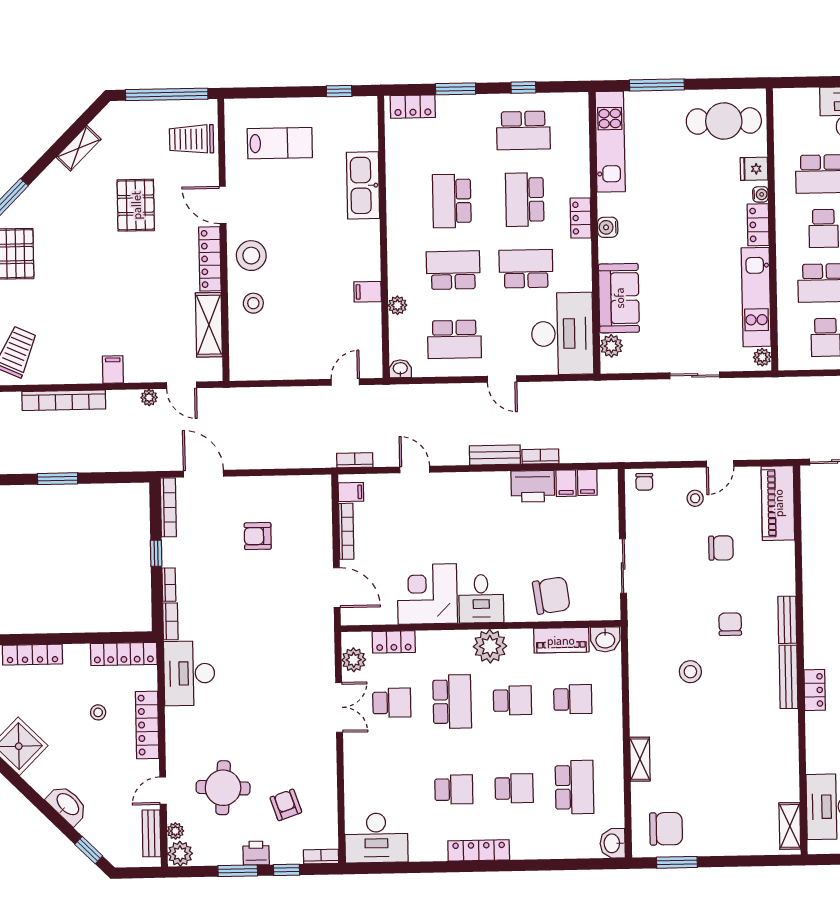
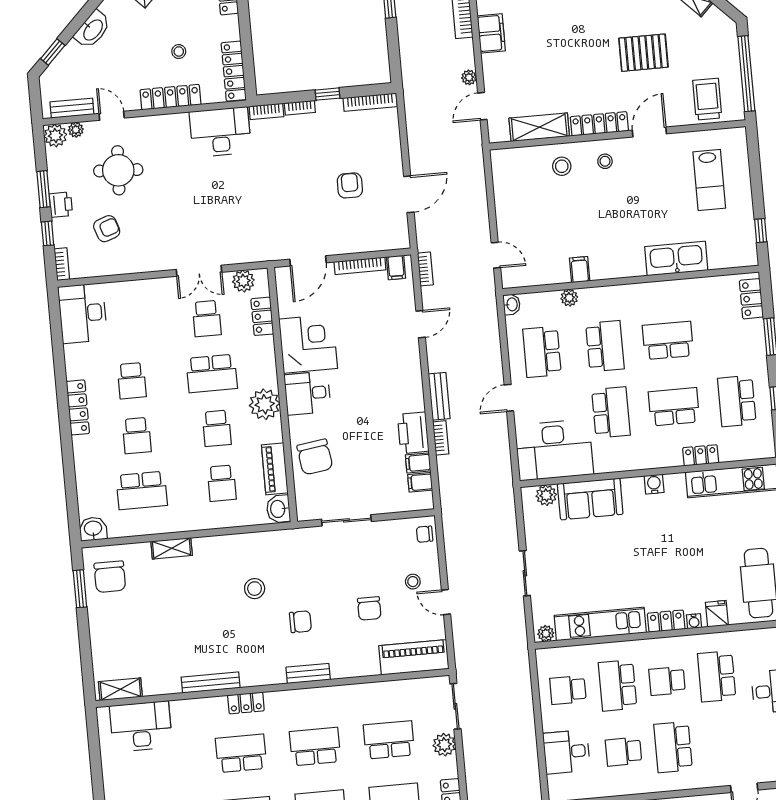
locker: (581, 218) -> (701, 455), moved
stool: (251, 256) -> (605, 161), width x0.53, depth x0.53
filing cabinet: (113, 370) -> (491, 33), width x2.00
door: (203, 474) -> (409, 194), moved
bench: (788, 677) -> (211, 682), moved

